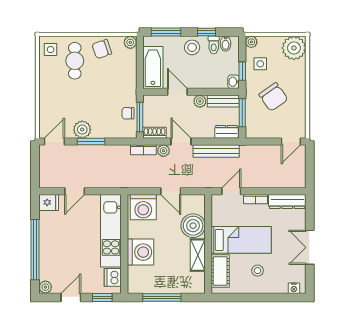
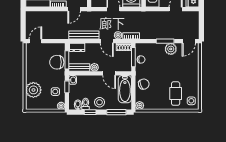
plant: (294, 48) -> (33, 90), moved
chair: (102, 49) -> (144, 84), moved
chair: (273, 97) -> (57, 62), moved, turned -55

